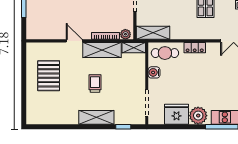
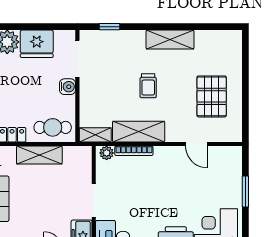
shelving: (153, 33) -> (39, 155), moved
door: (74, 41) -> (196, 144), moved
water cooler: (154, 72) -> (68, 87), moved
shelving: (96, 117) -> (170, 39), moved

